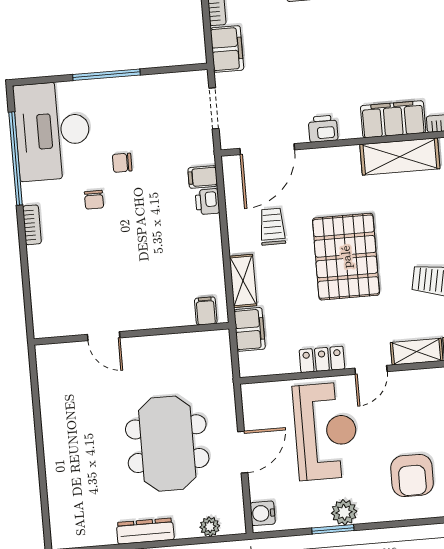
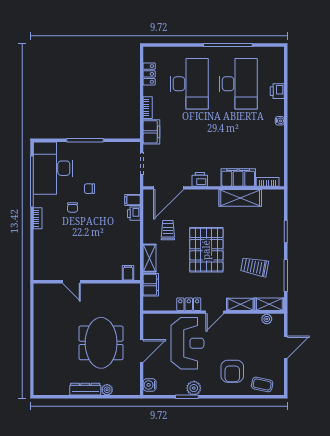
plant: (210, 527) -> (107, 390), moved

